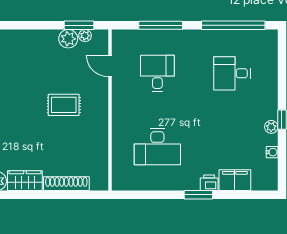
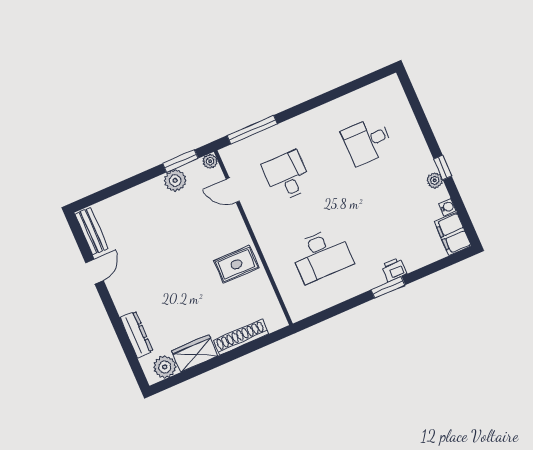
window: (161, 25) -> (252, 130), moved
window: (233, 25) -> (346, 89), removed
plant: (85, 36) -> (210, 161), moved
rug: (64, 105) -> (236, 264), moved
filing cabinet: (235, 180) -> (453, 234), moved, turned -90

